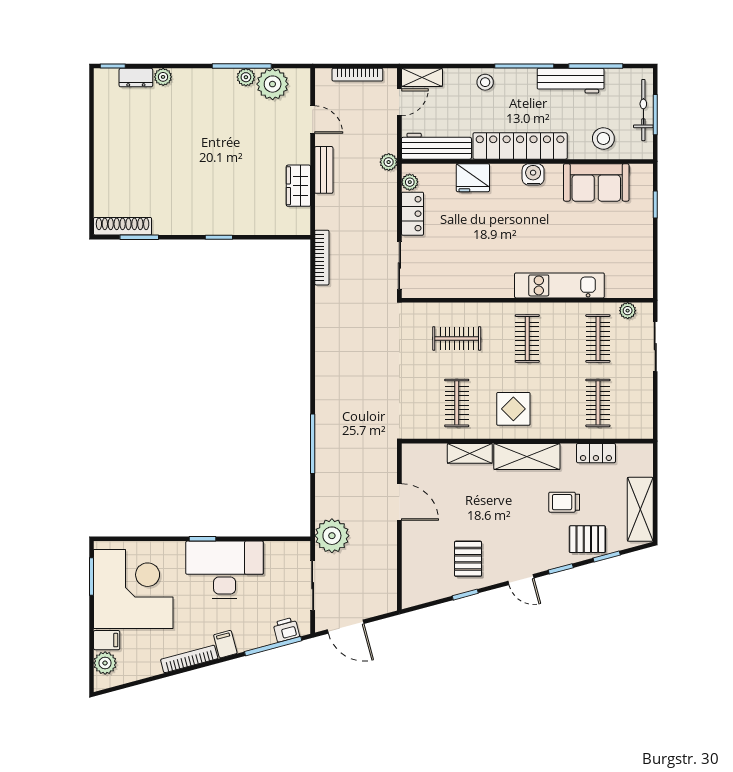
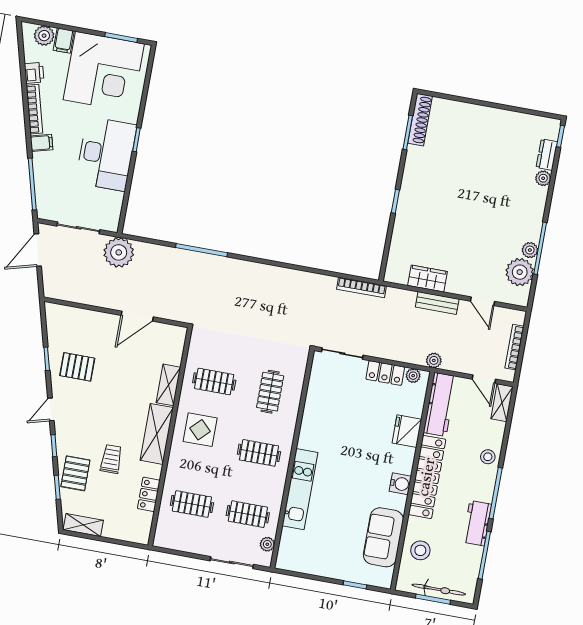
workbench: (571, 81) -> (477, 523), width x0.73
door: (313, 120) -> (483, 301), hinge flipped
shelving: (640, 509) -> (83, 525), width x0.67, depth x0.75
printer: (286, 630) -> (34, 73), moved

